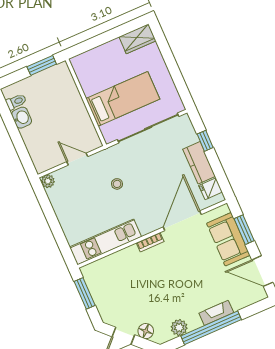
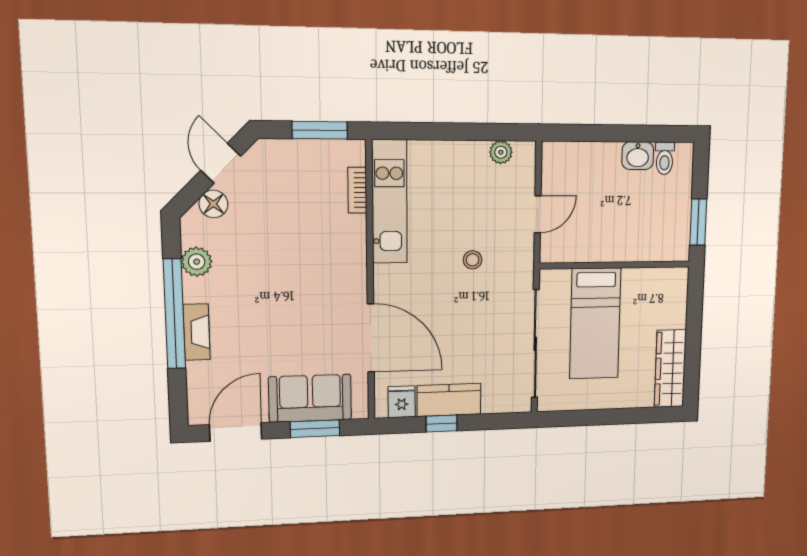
wardrobe: (137, 39) -> (670, 368), width x1.50
window: (205, 141) -> (442, 424), moved
plant: (48, 181) -> (501, 152), moved
bookcase: (150, 242) -> (357, 190), moved

